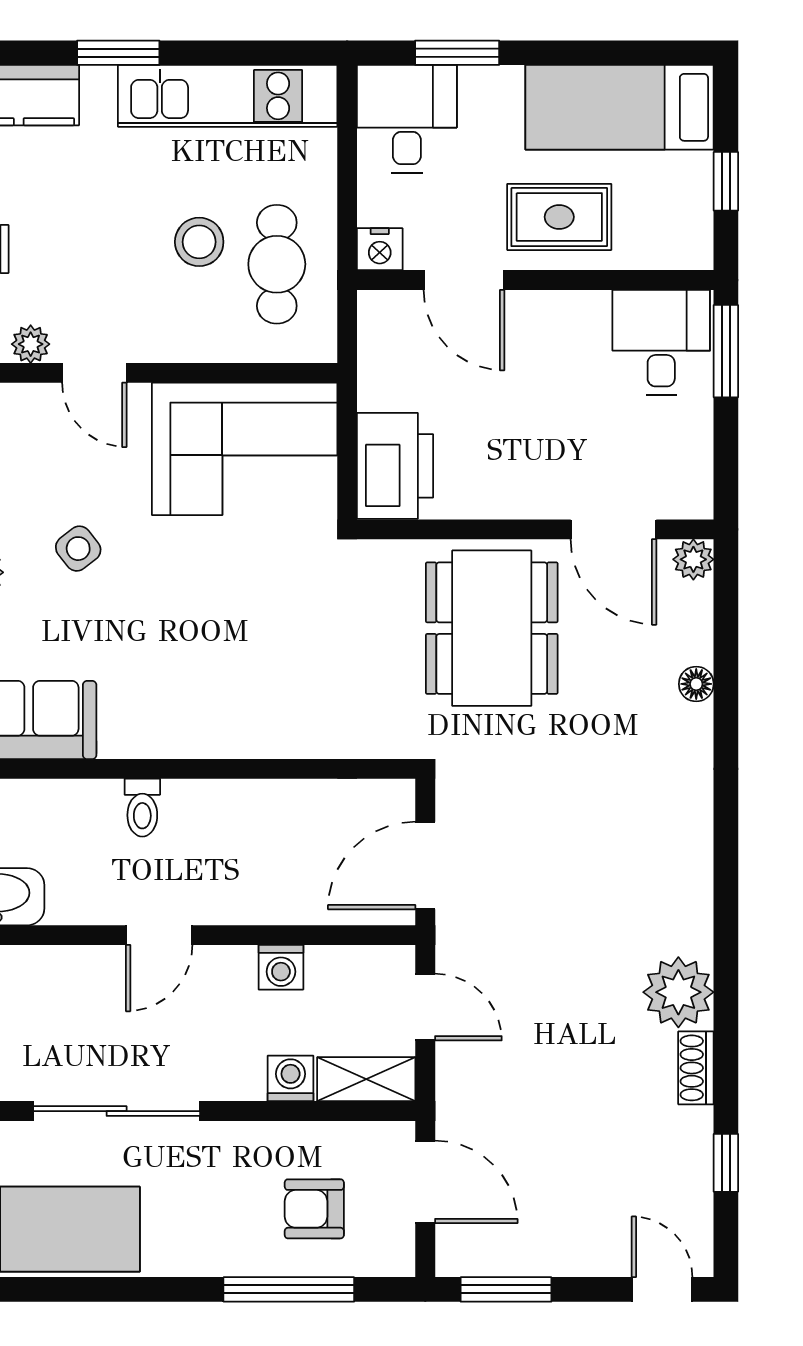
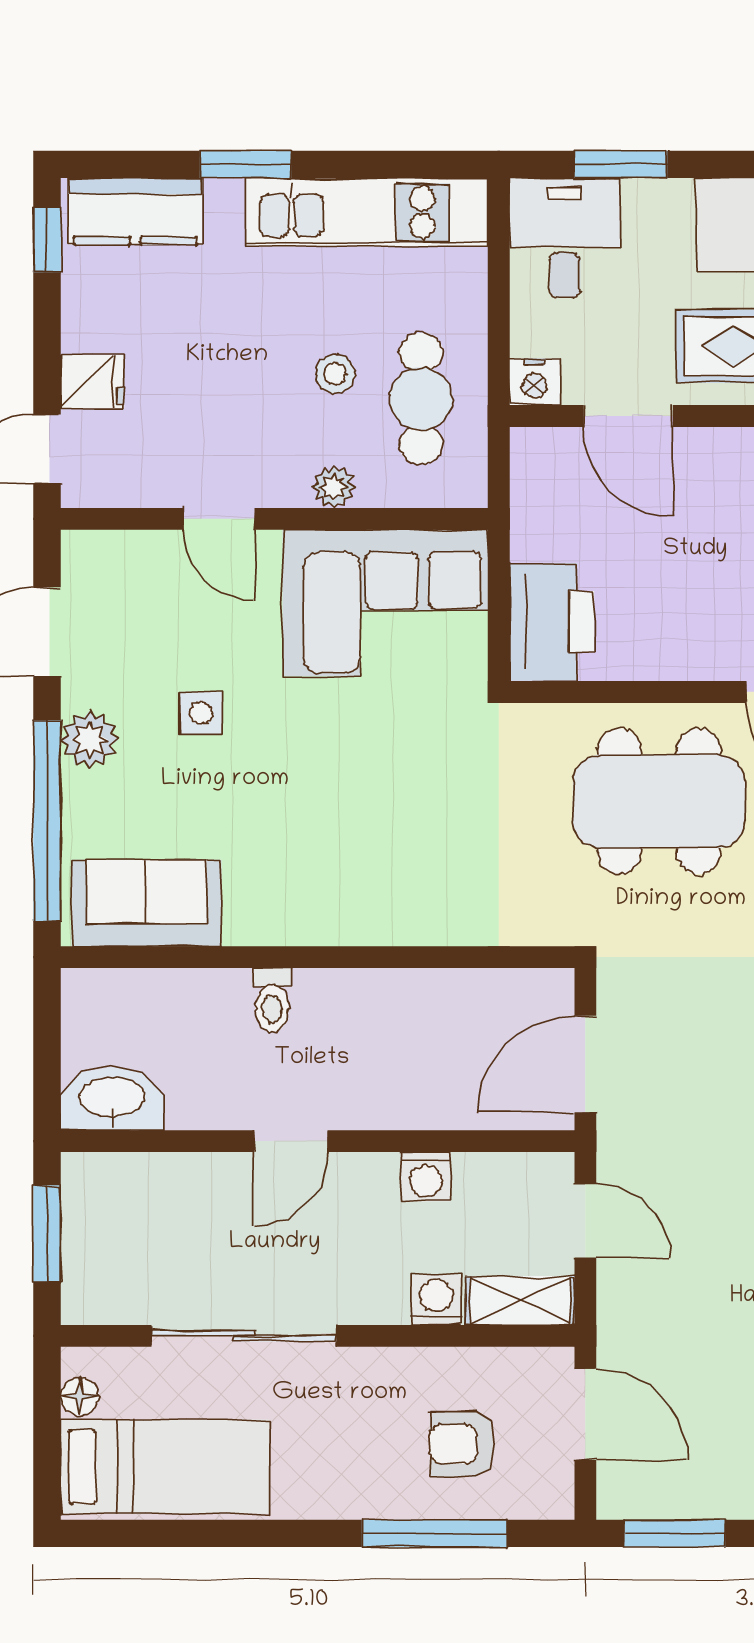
stool: (199, 242) -> (335, 374), width x0.73, depth x0.73
plant: (31, 344) -> (334, 487), moved
side table: (78, 549) -> (201, 713), turned 38
dining table: (492, 628) -> (659, 801), turned 90

